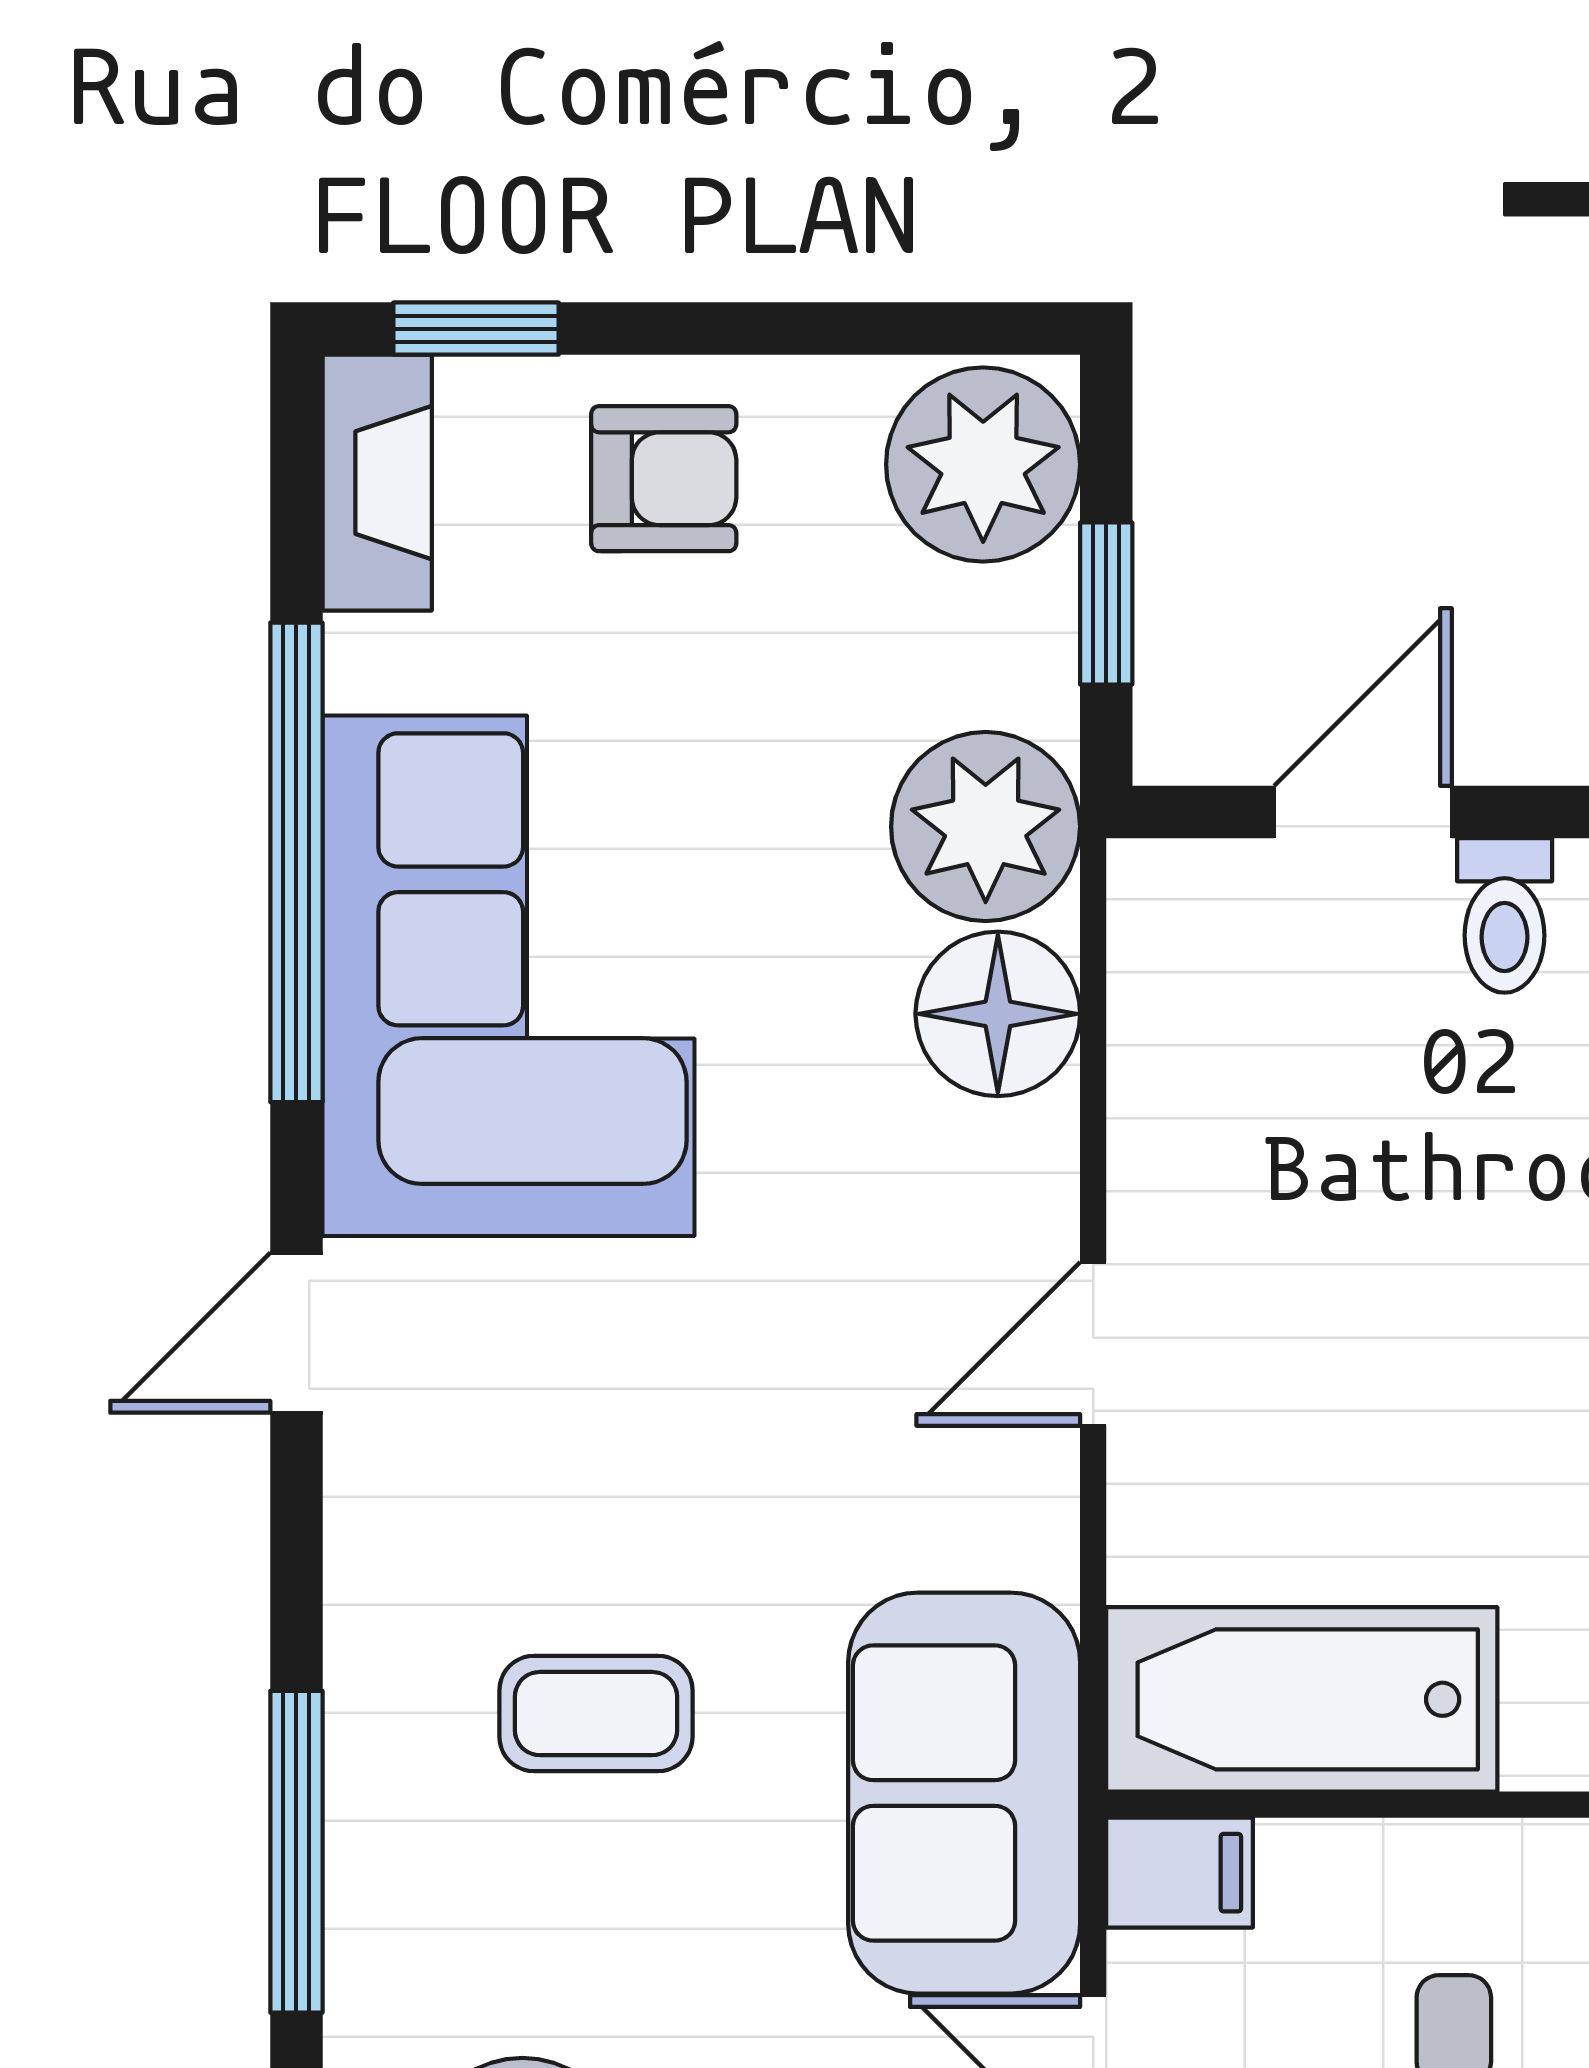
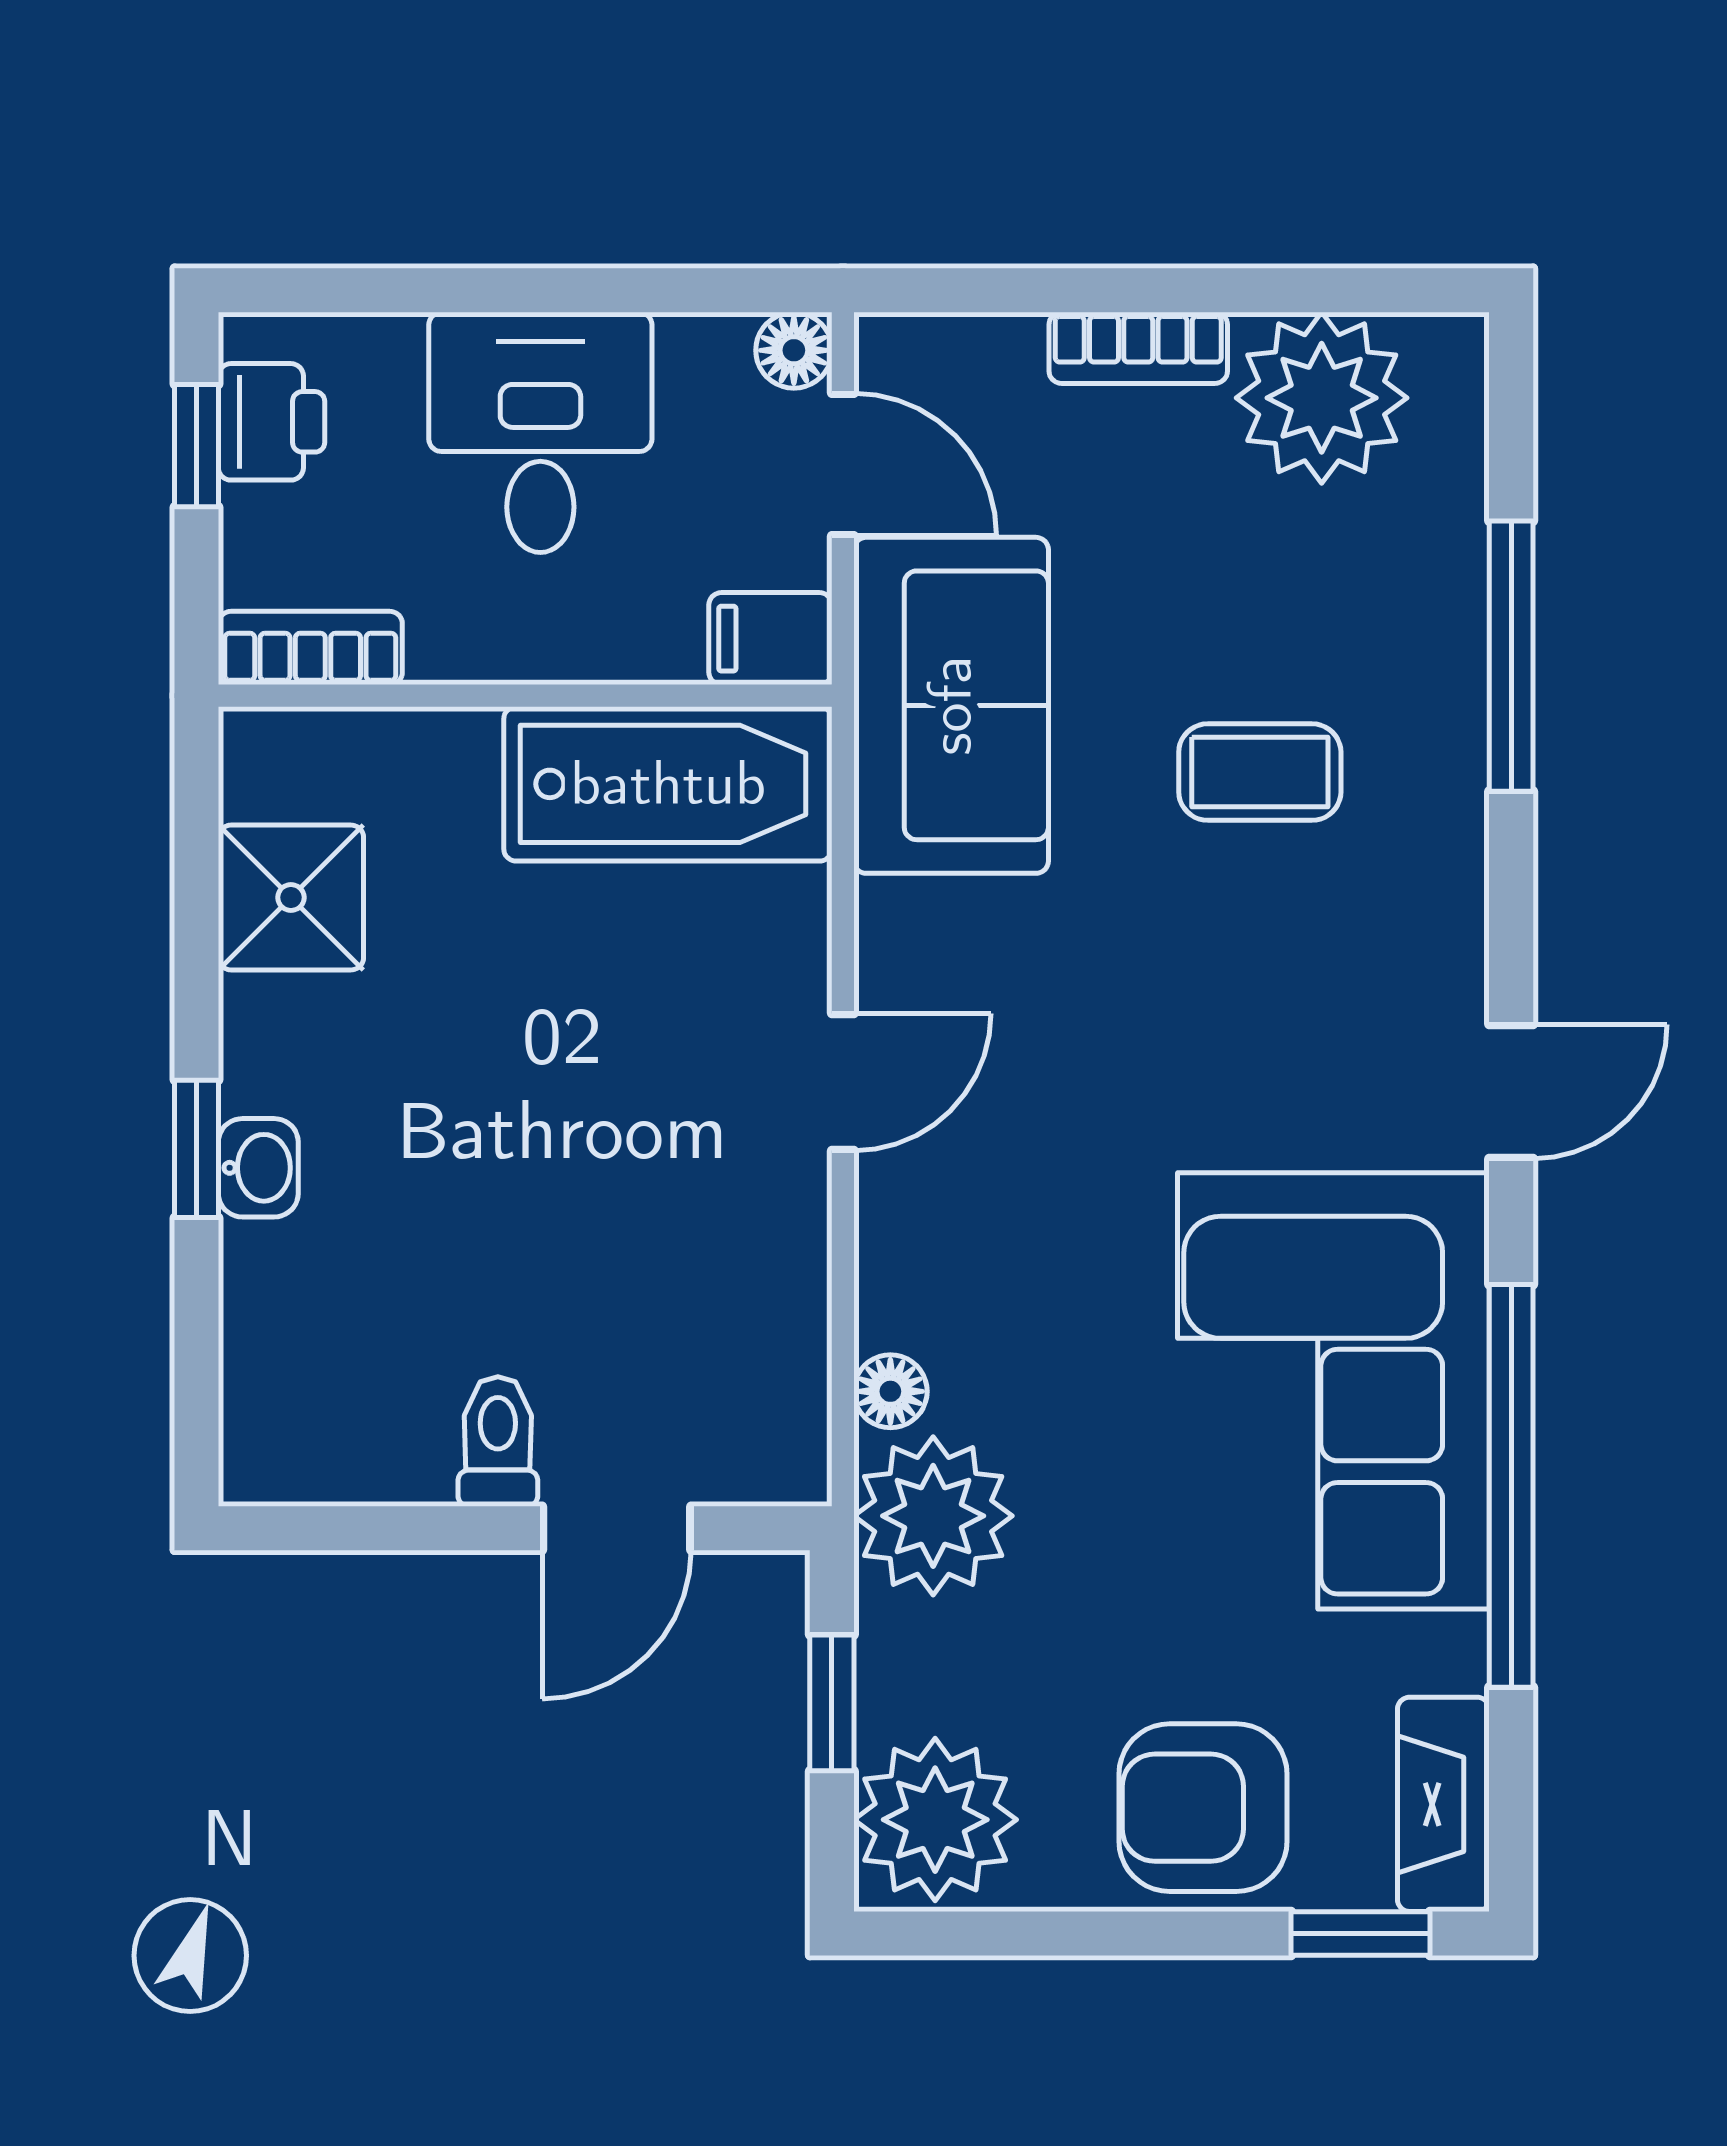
armchair: (664, 479) -> (1203, 1808), width x1.38, depth x1.38
floor lamp: (998, 1014) -> (890, 1391), width x0.53, depth x0.53

